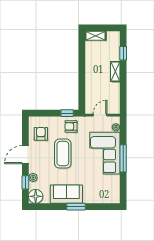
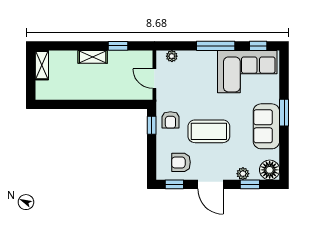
shelving: (95, 36) -> (42, 65), moved
window: (123, 53) -> (118, 46), moved
window: (25, 129) -> (174, 184), added
corner sofa: (105, 153) -> (247, 72), moved
window: (123, 188) -> (258, 46), added

